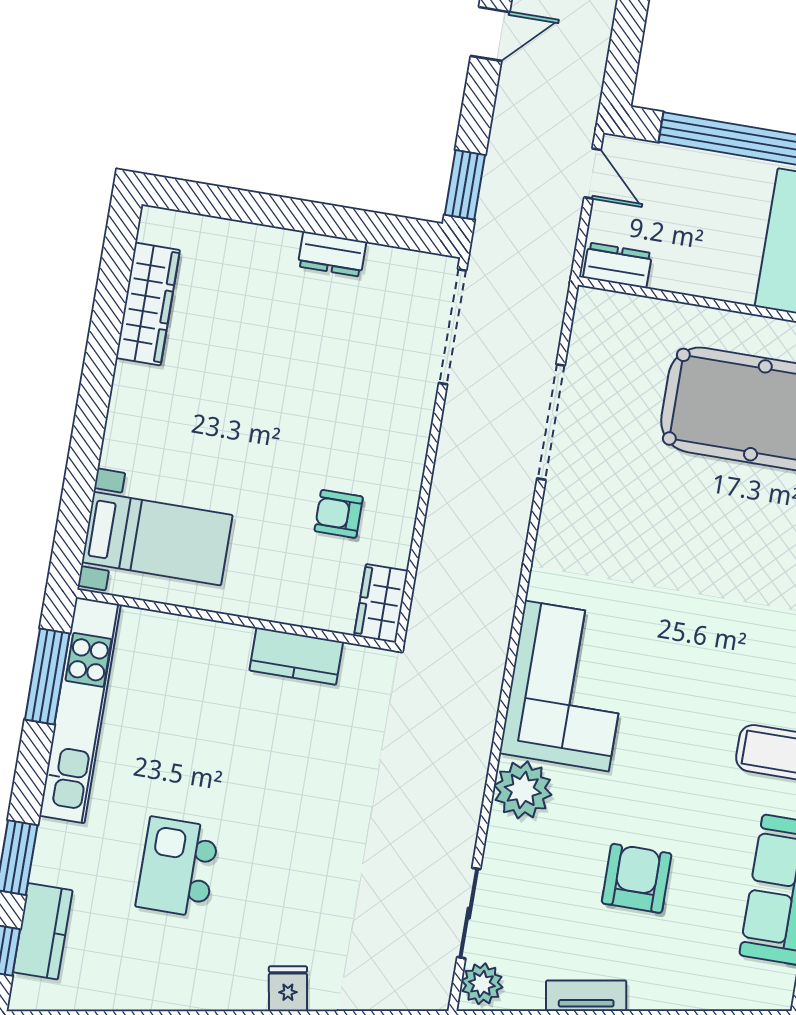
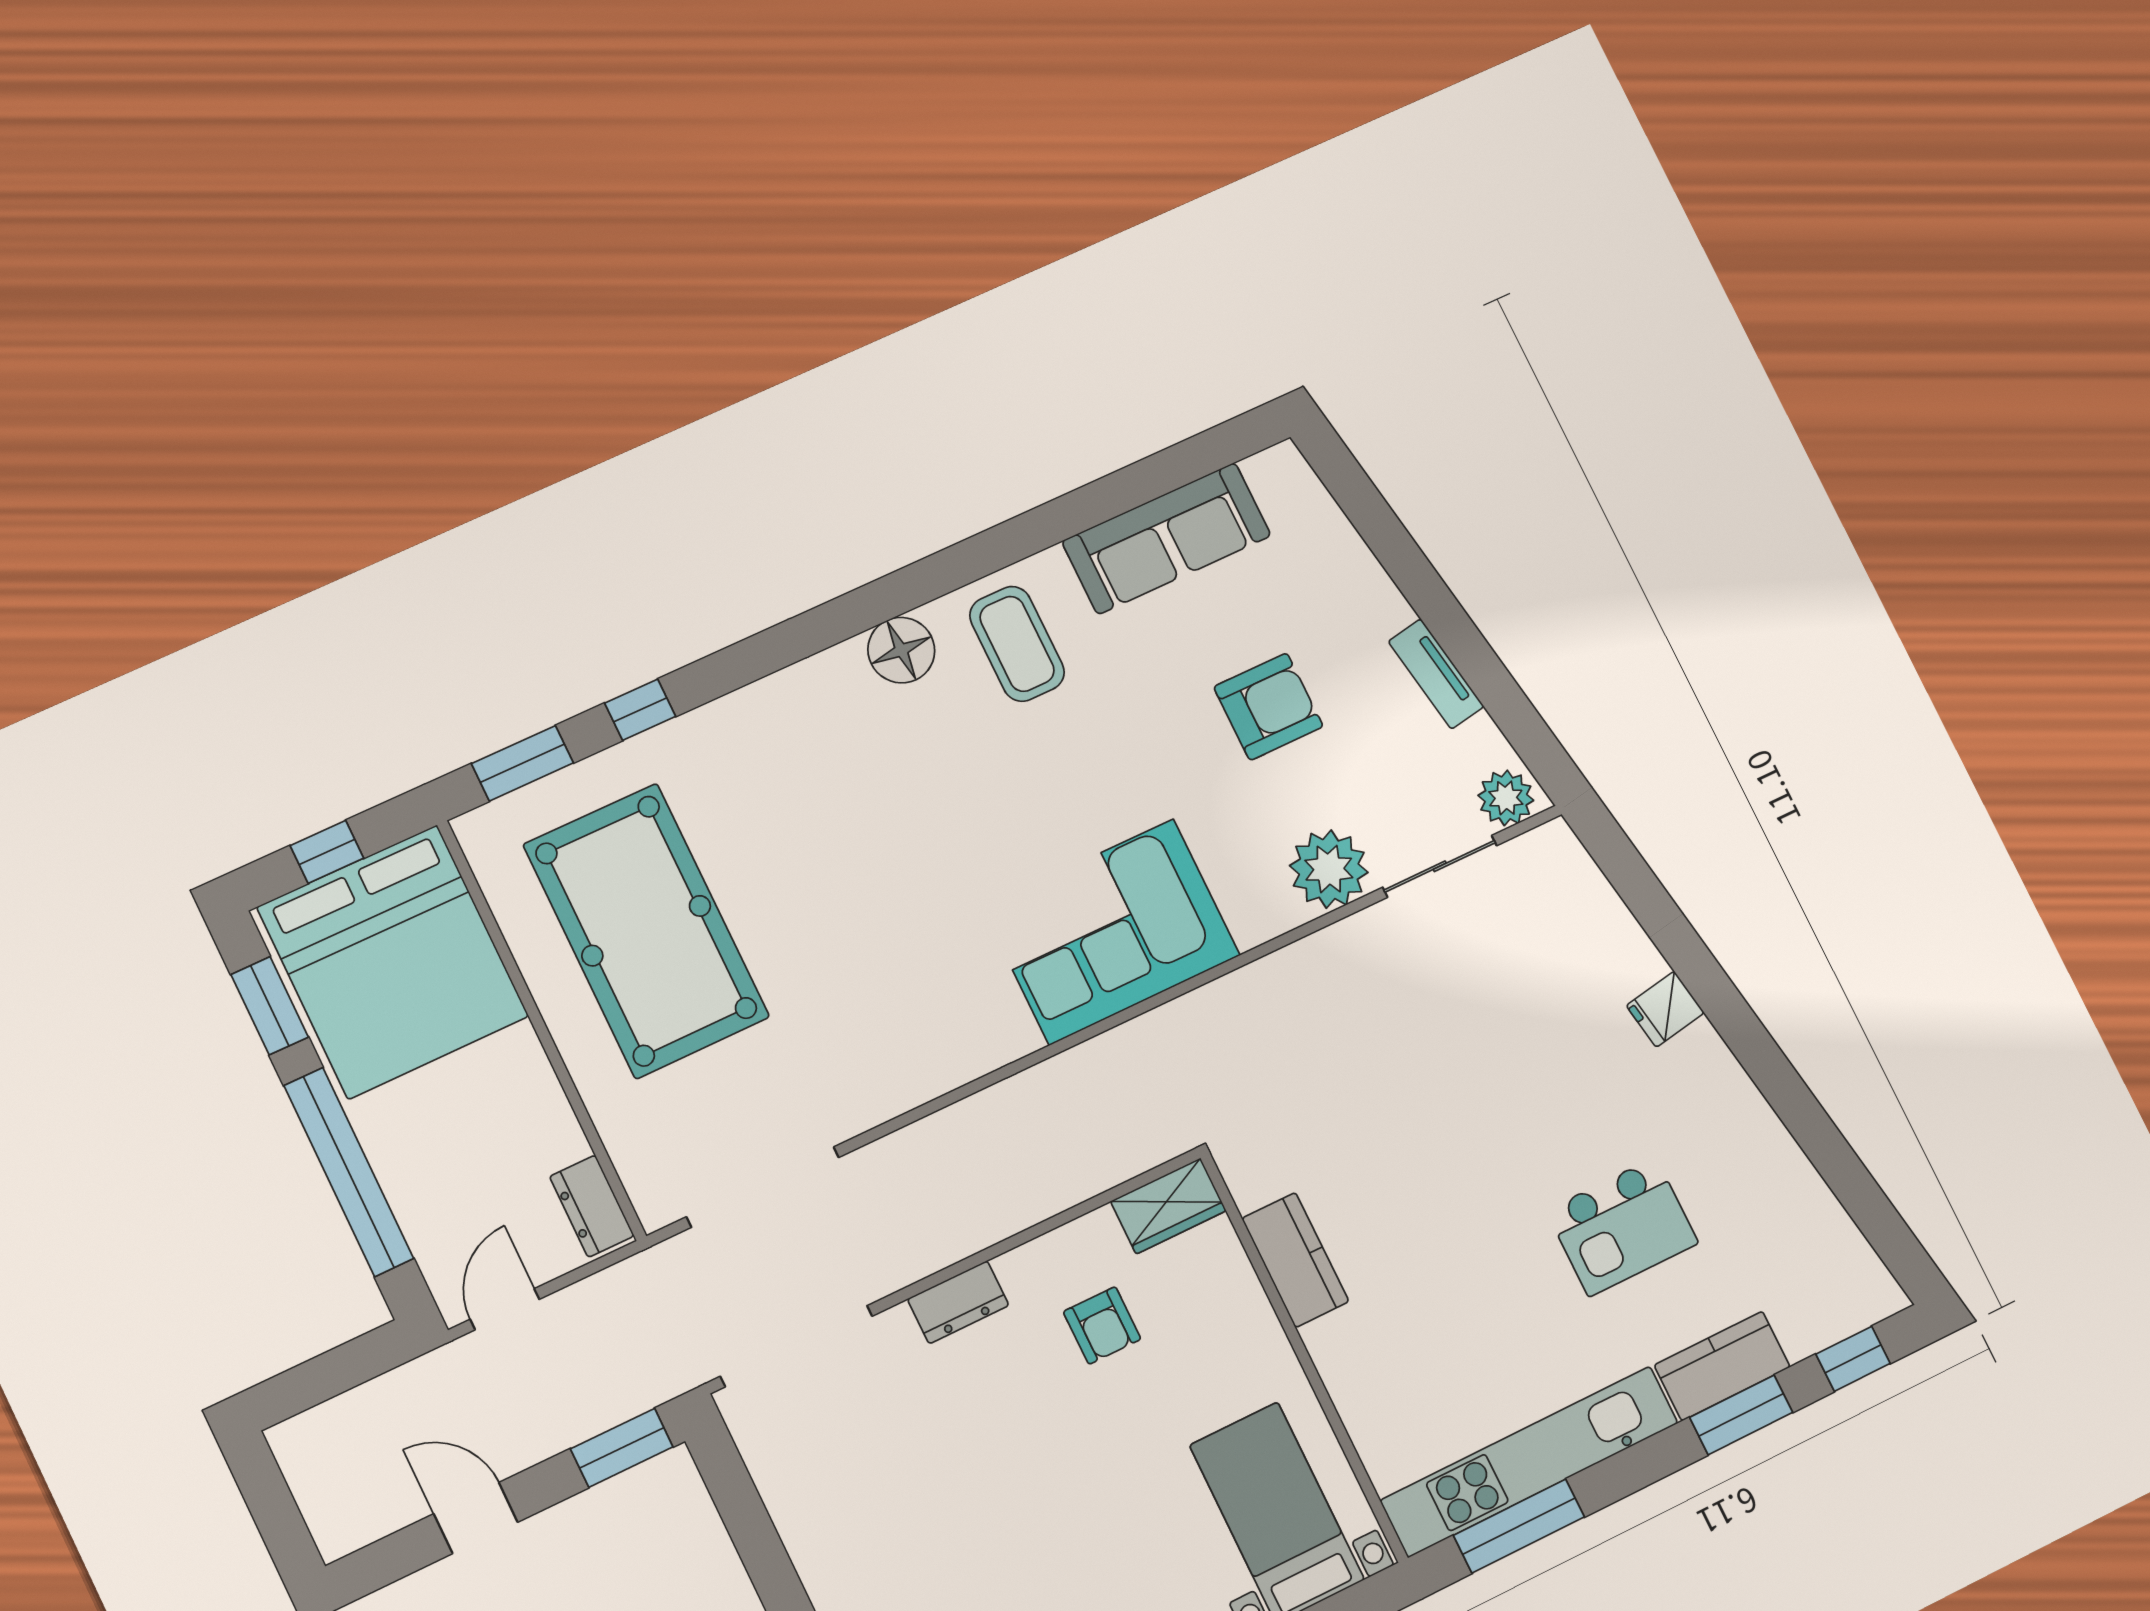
door: (490, 34) -> (476, 1518), moved
dresser: (332, 254) -> (958, 1302), moved, turned 90
doorway: (551, 422) -> (763, 1187), moved
plant: (523, 790) -> (1329, 869), moved
armchair: (637, 878) -> (1268, 707), turned 180
kitchen counter: (43, 931) -> (1722, 1366), moved

